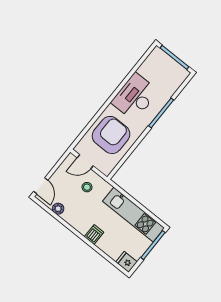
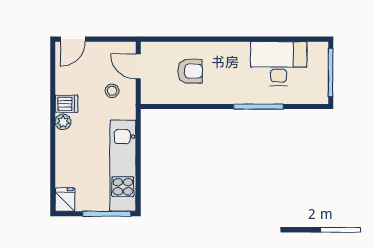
desk: (135, 97) -> (279, 64), moved
armchair: (111, 135) -> (190, 71), width x0.53, depth x0.53
plant: (58, 209) -> (63, 122), moved
dishwasher: (94, 234) -> (67, 104), moved

